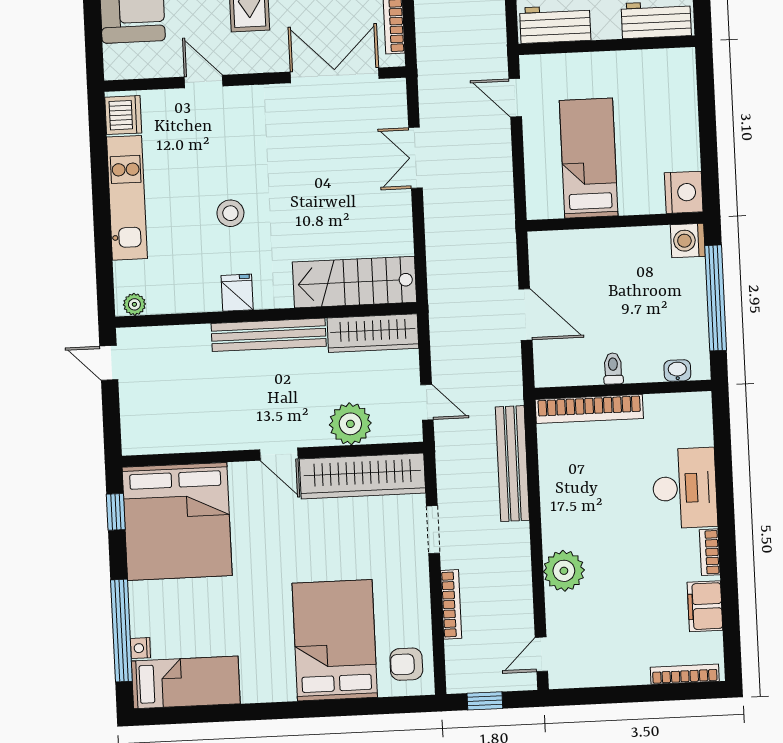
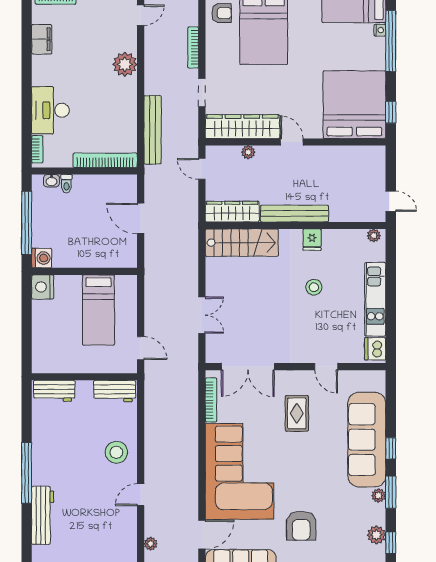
toilet: (613, 369) -> (66, 184), moved
plant: (350, 424) -> (248, 152), width x0.53, depth x0.53
bookcase: (710, 552) -> (37, 149), moved

